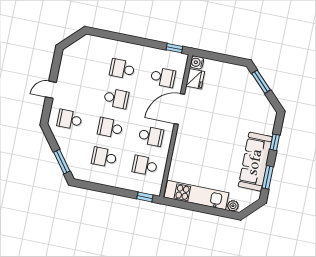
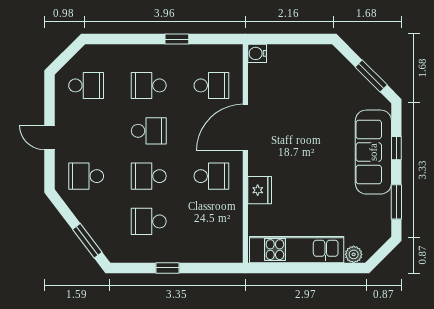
window: (174, 48) -> (177, 39), moved
fridge: (195, 79) -> (260, 190), moved
window: (261, 82) -> (371, 76), moved
door: (51, 90) -> (50, 138), hinge flipped
sofa: (255, 162) -> (373, 152), moved
school desk: (145, 166) -> (86, 85), moved, turned 180
window: (145, 197) -> (168, 268), moved

